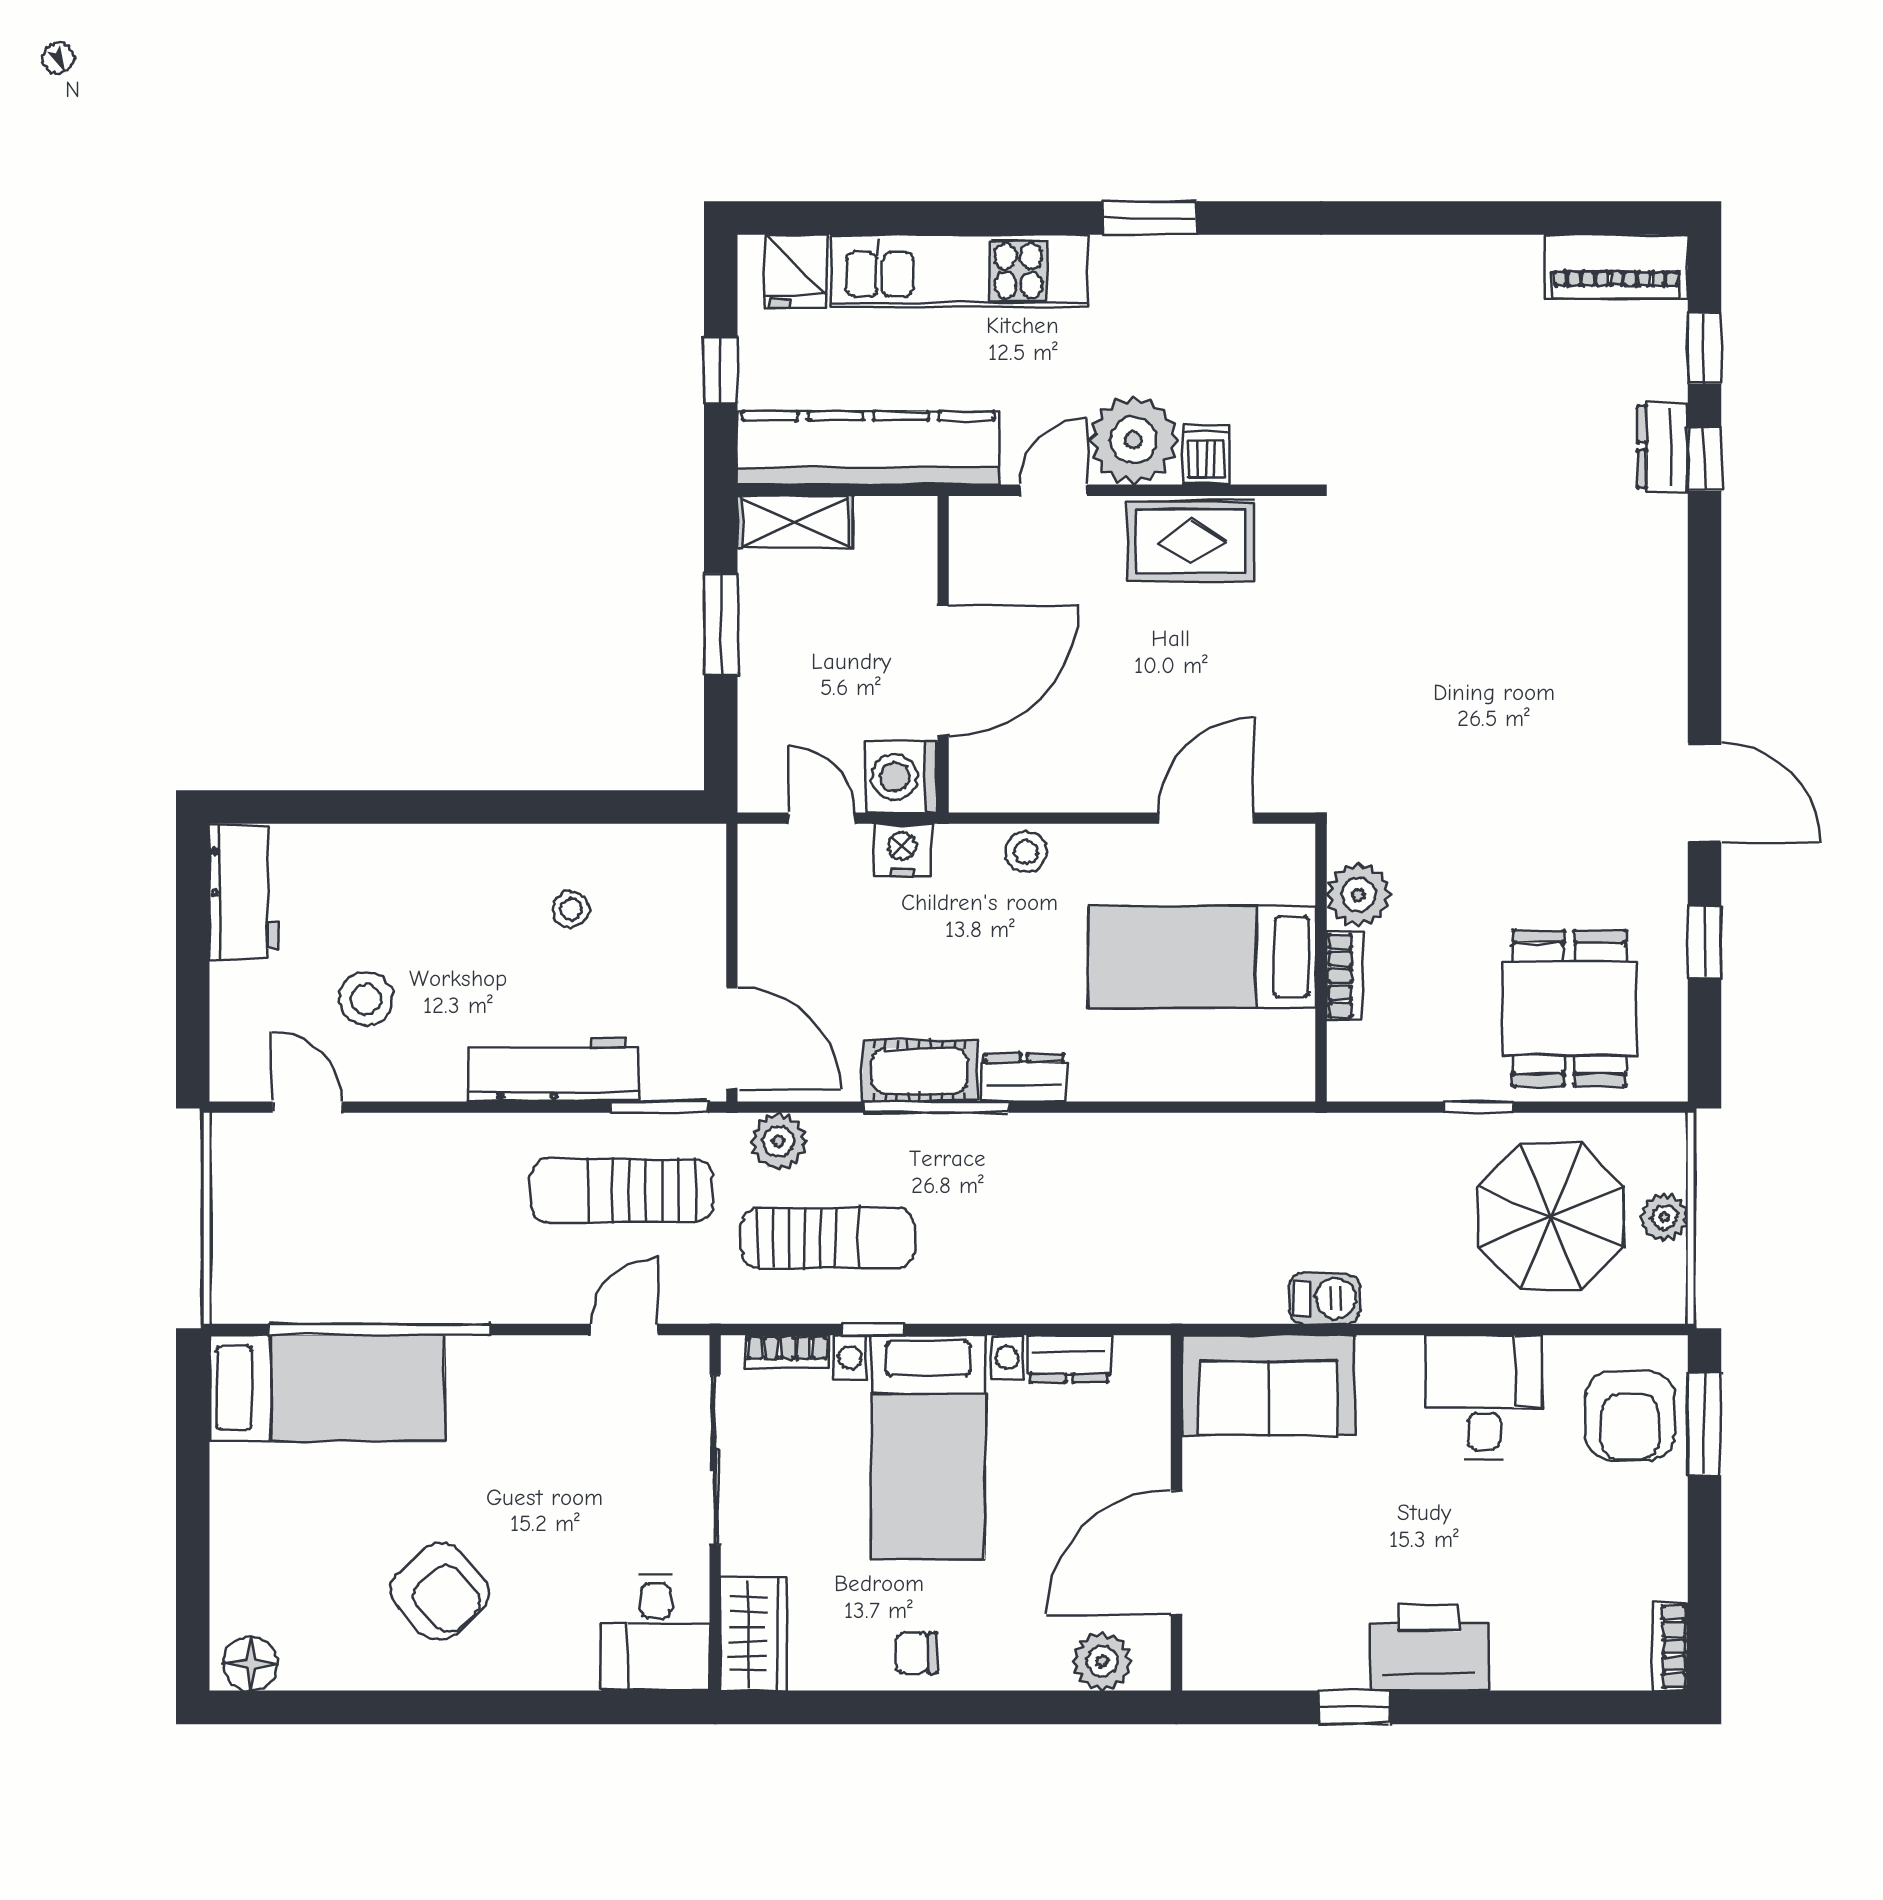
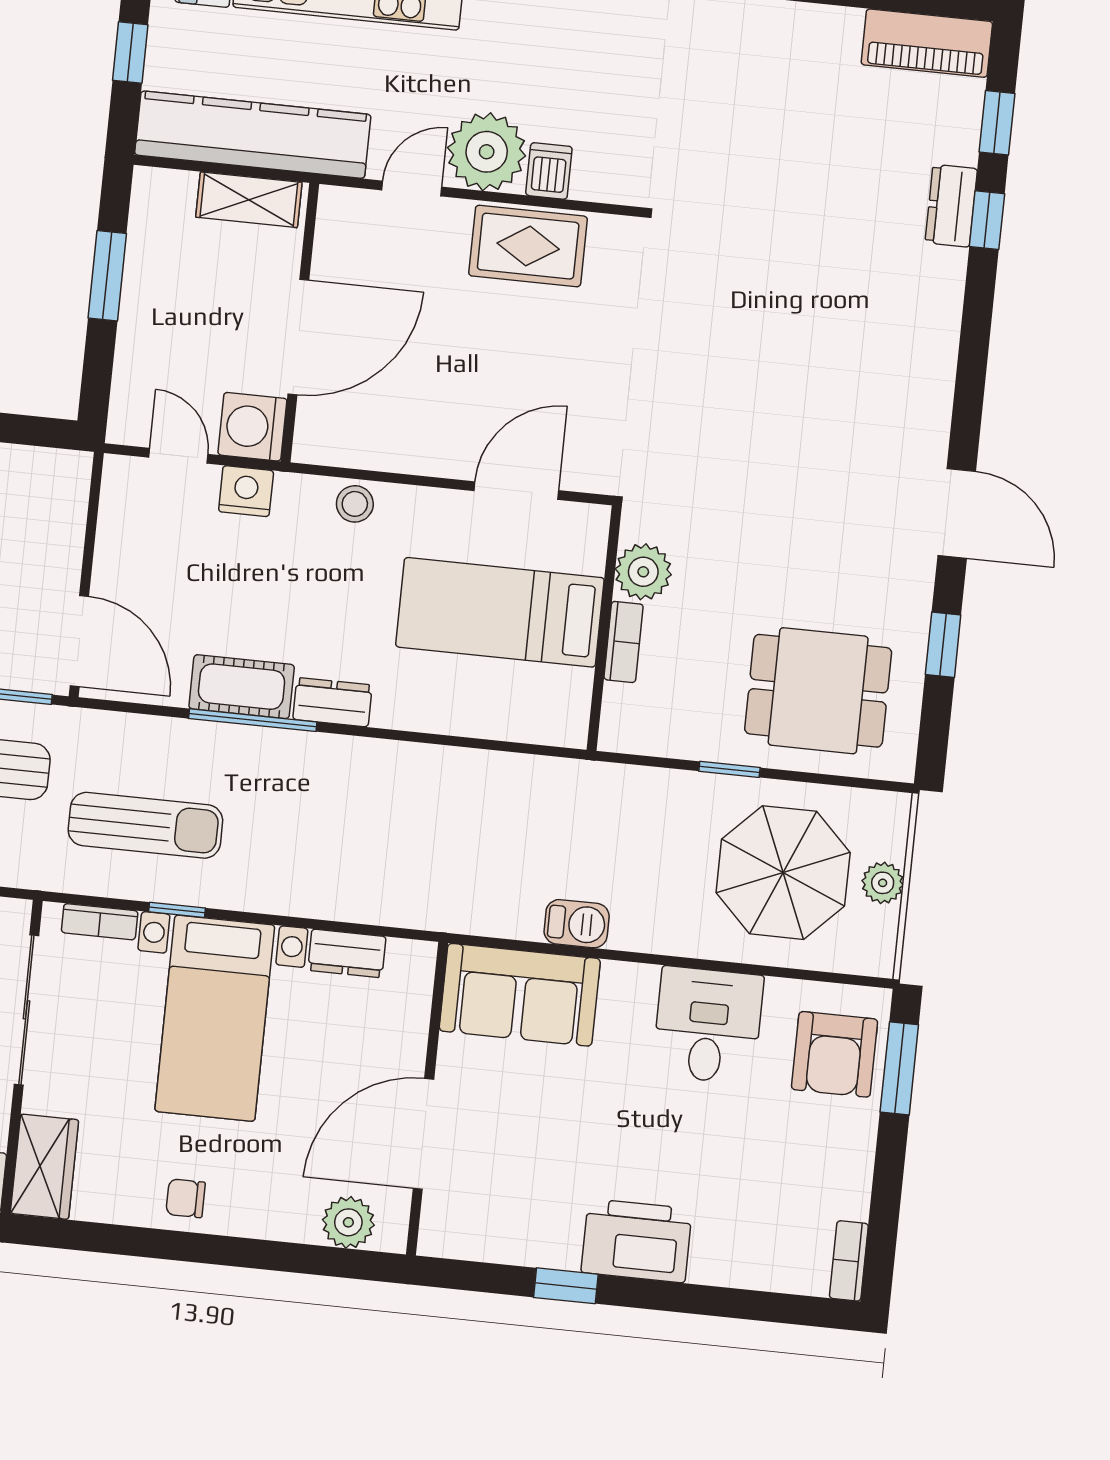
shelving: (795, 522) -> (249, 200), moved
dining table: (1569, 1008) -> (818, 691), turned 90
plant: (779, 1141) -> (111, 736), removed

